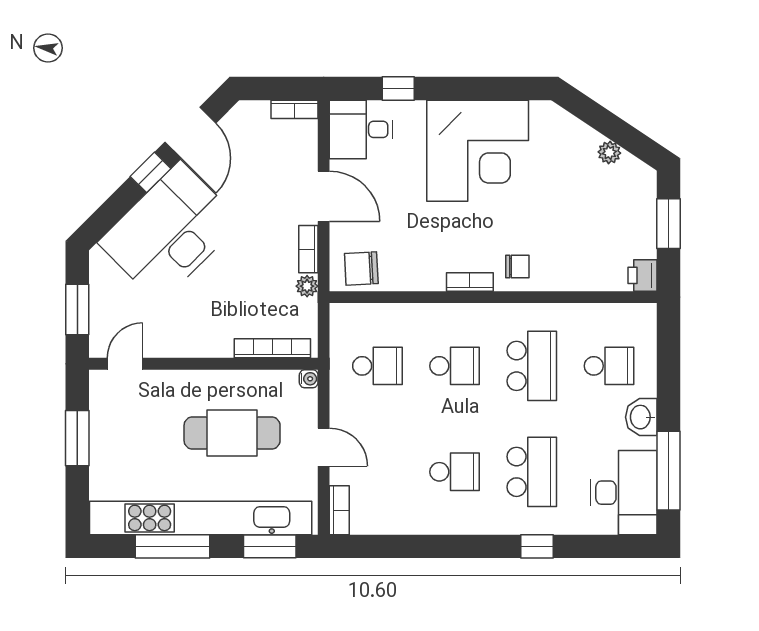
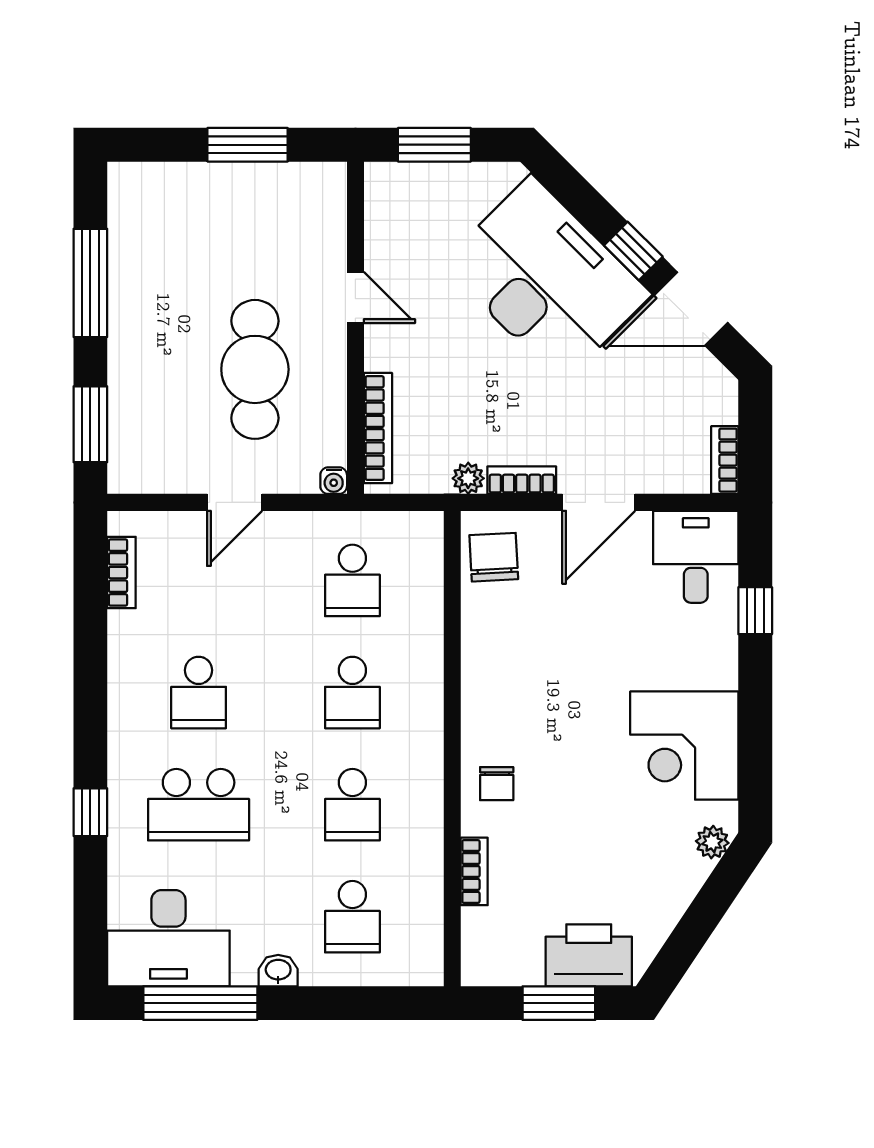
corner desk: (478, 151) -> (684, 746), width x0.74, depth x0.74
plant: (609, 153) -> (712, 842), moved
printer: (643, 275) -> (589, 955), moved, width x1.87, depth x1.48
bookcase: (470, 282) -> (474, 871), moved
door: (125, 364) -> (355, 297), moved
school desk: (532, 366) -> (352, 805), width x0.54
washbasin: (641, 417) -> (278, 971), width x0.72, depth x0.69
bookcase: (339, 510) -> (121, 573), moved, turned -90
kitchen unit: (201, 518) -> (132, 324), removed

